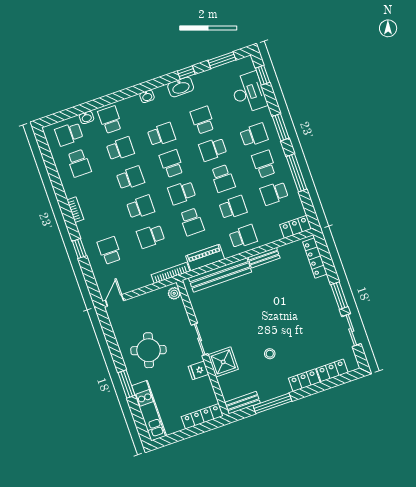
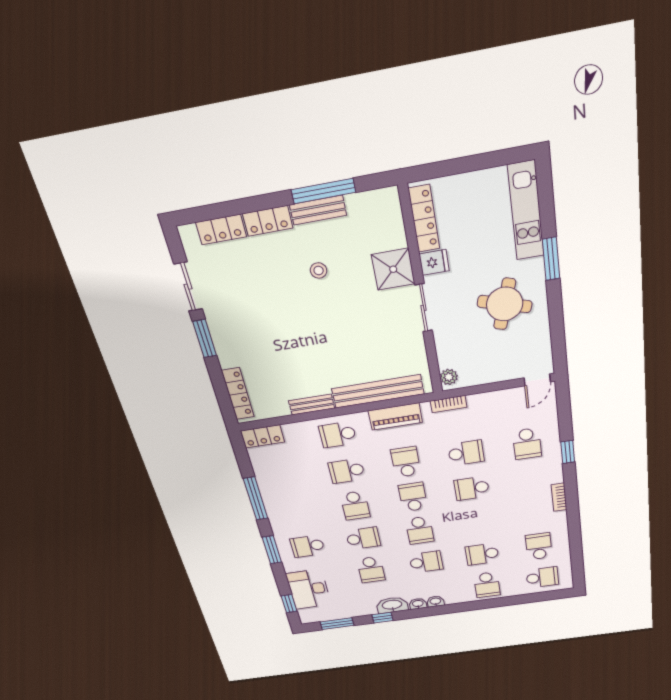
washbasin: (87, 117) -> (418, 604), moved
school desk: (161, 135) -> (426, 562), turned 180
school desk: (264, 164) -> (298, 514), removed
school desk: (130, 178) -> (477, 522), removed
school desk: (223, 178) -> (355, 505), turned 180
school desk: (182, 193) -> (413, 497), turned -90
school desk: (274, 193) -> (288, 480), removed
bookcase: (170, 273) -> (448, 404), width x0.64
bench: (243, 403) -> (318, 210), moved
locker: (202, 416) -> (424, 219), moved, turned -90

